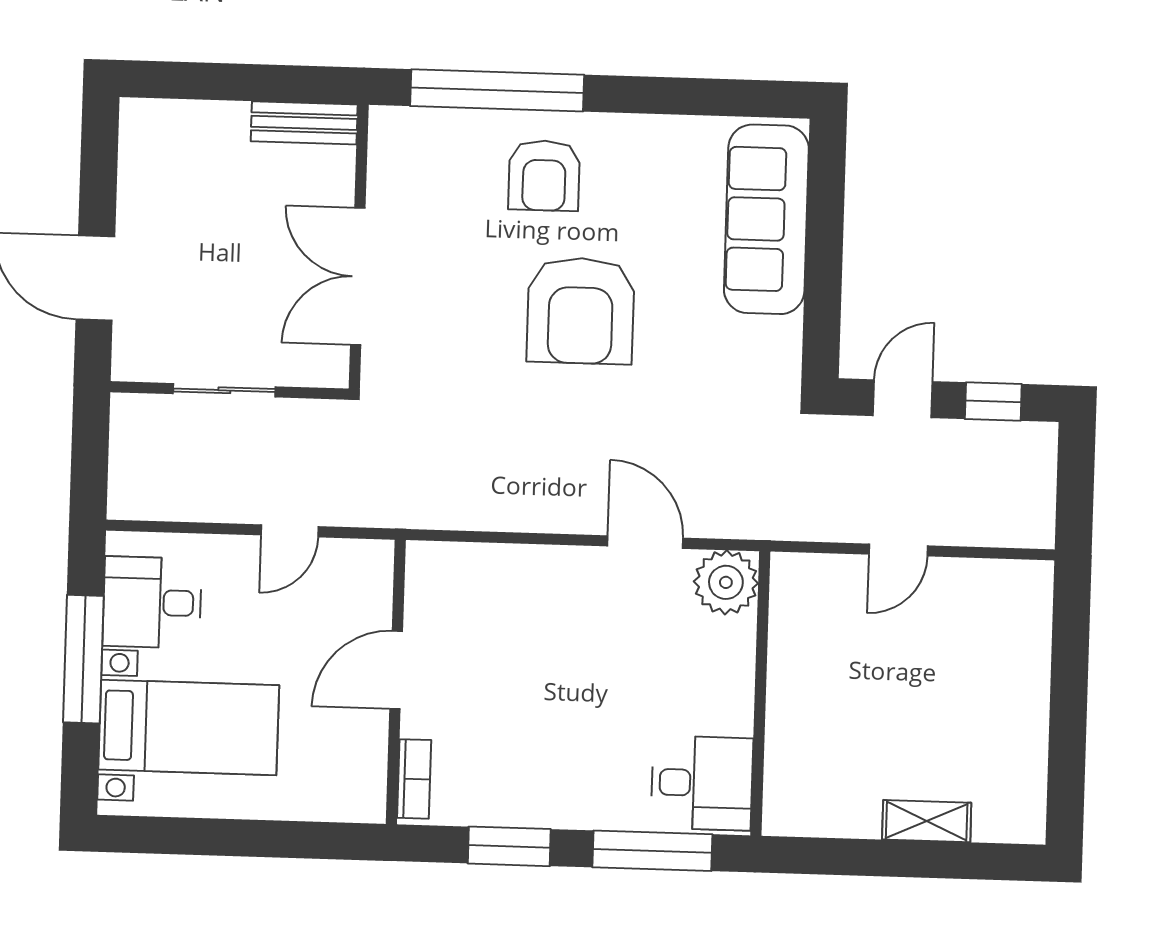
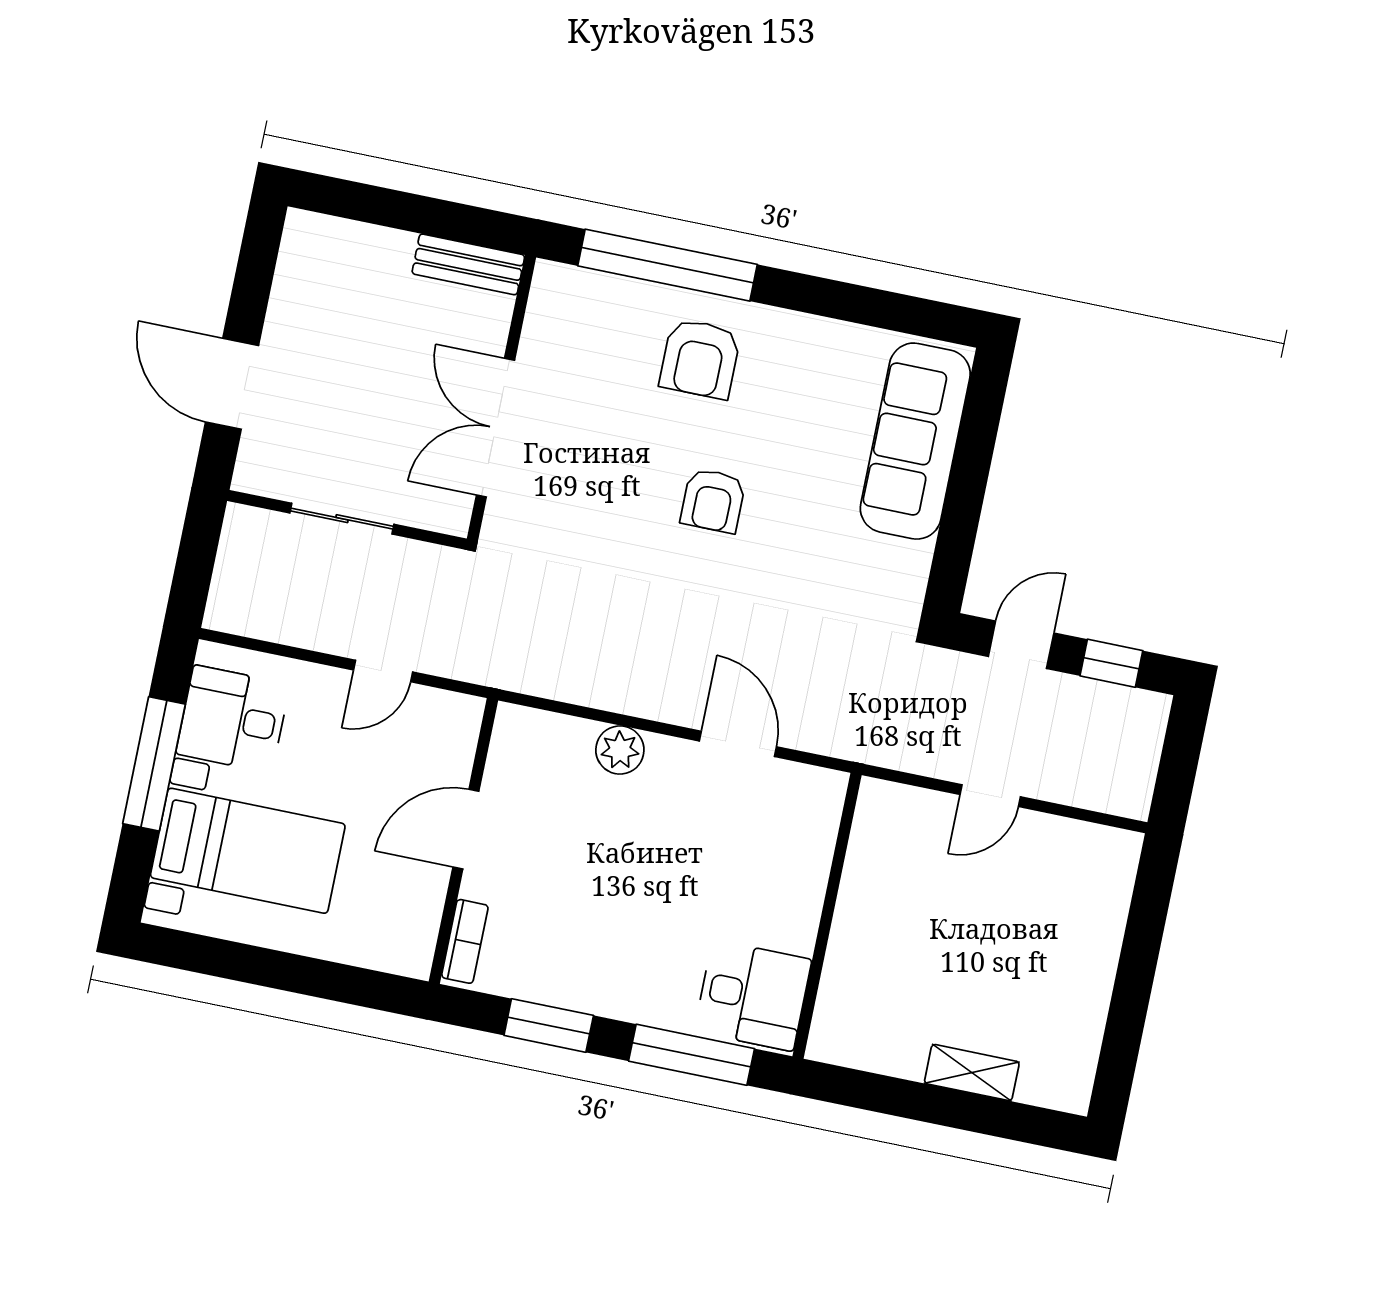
armchair: (581, 311) -> (713, 501), width x0.53, depth x0.53
plant: (726, 582) -> (620, 750), moved, width x0.73, depth x0.73

